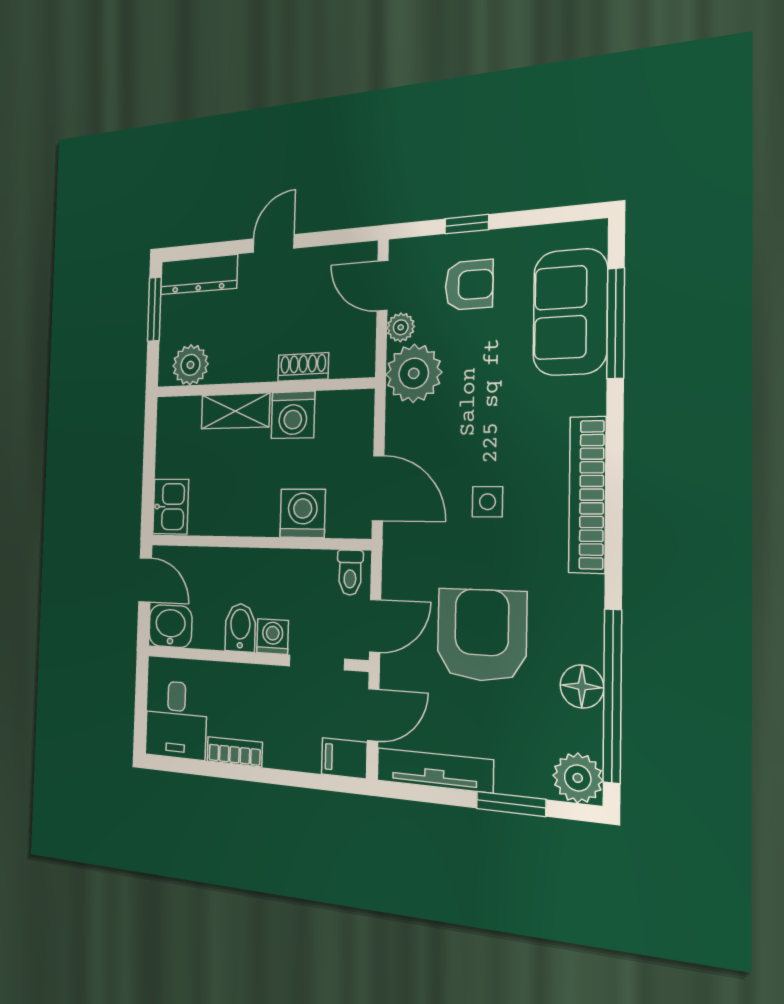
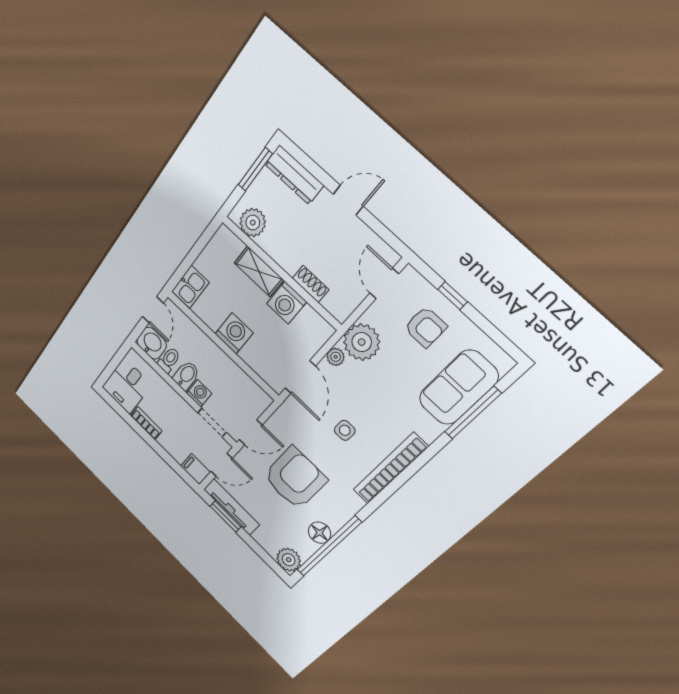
plant: (401, 327) -> (336, 357), moved
washing machine: (303, 513) -> (234, 333), moved
toilet: (350, 573) -> (169, 360), moved, turned 180
window: (511, 804) -> (225, 516), moved

